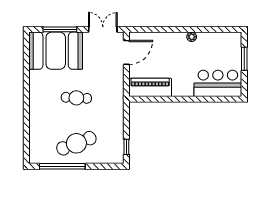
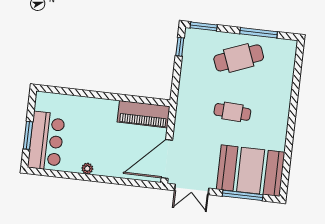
door: (126, 52) -> (167, 159), width x1.36
bar counter: (218, 83) -> (46, 141), moved, turned -90
window: (62, 166) -> (259, 33), width x0.68
window: (109, 166) -> (204, 26), added

